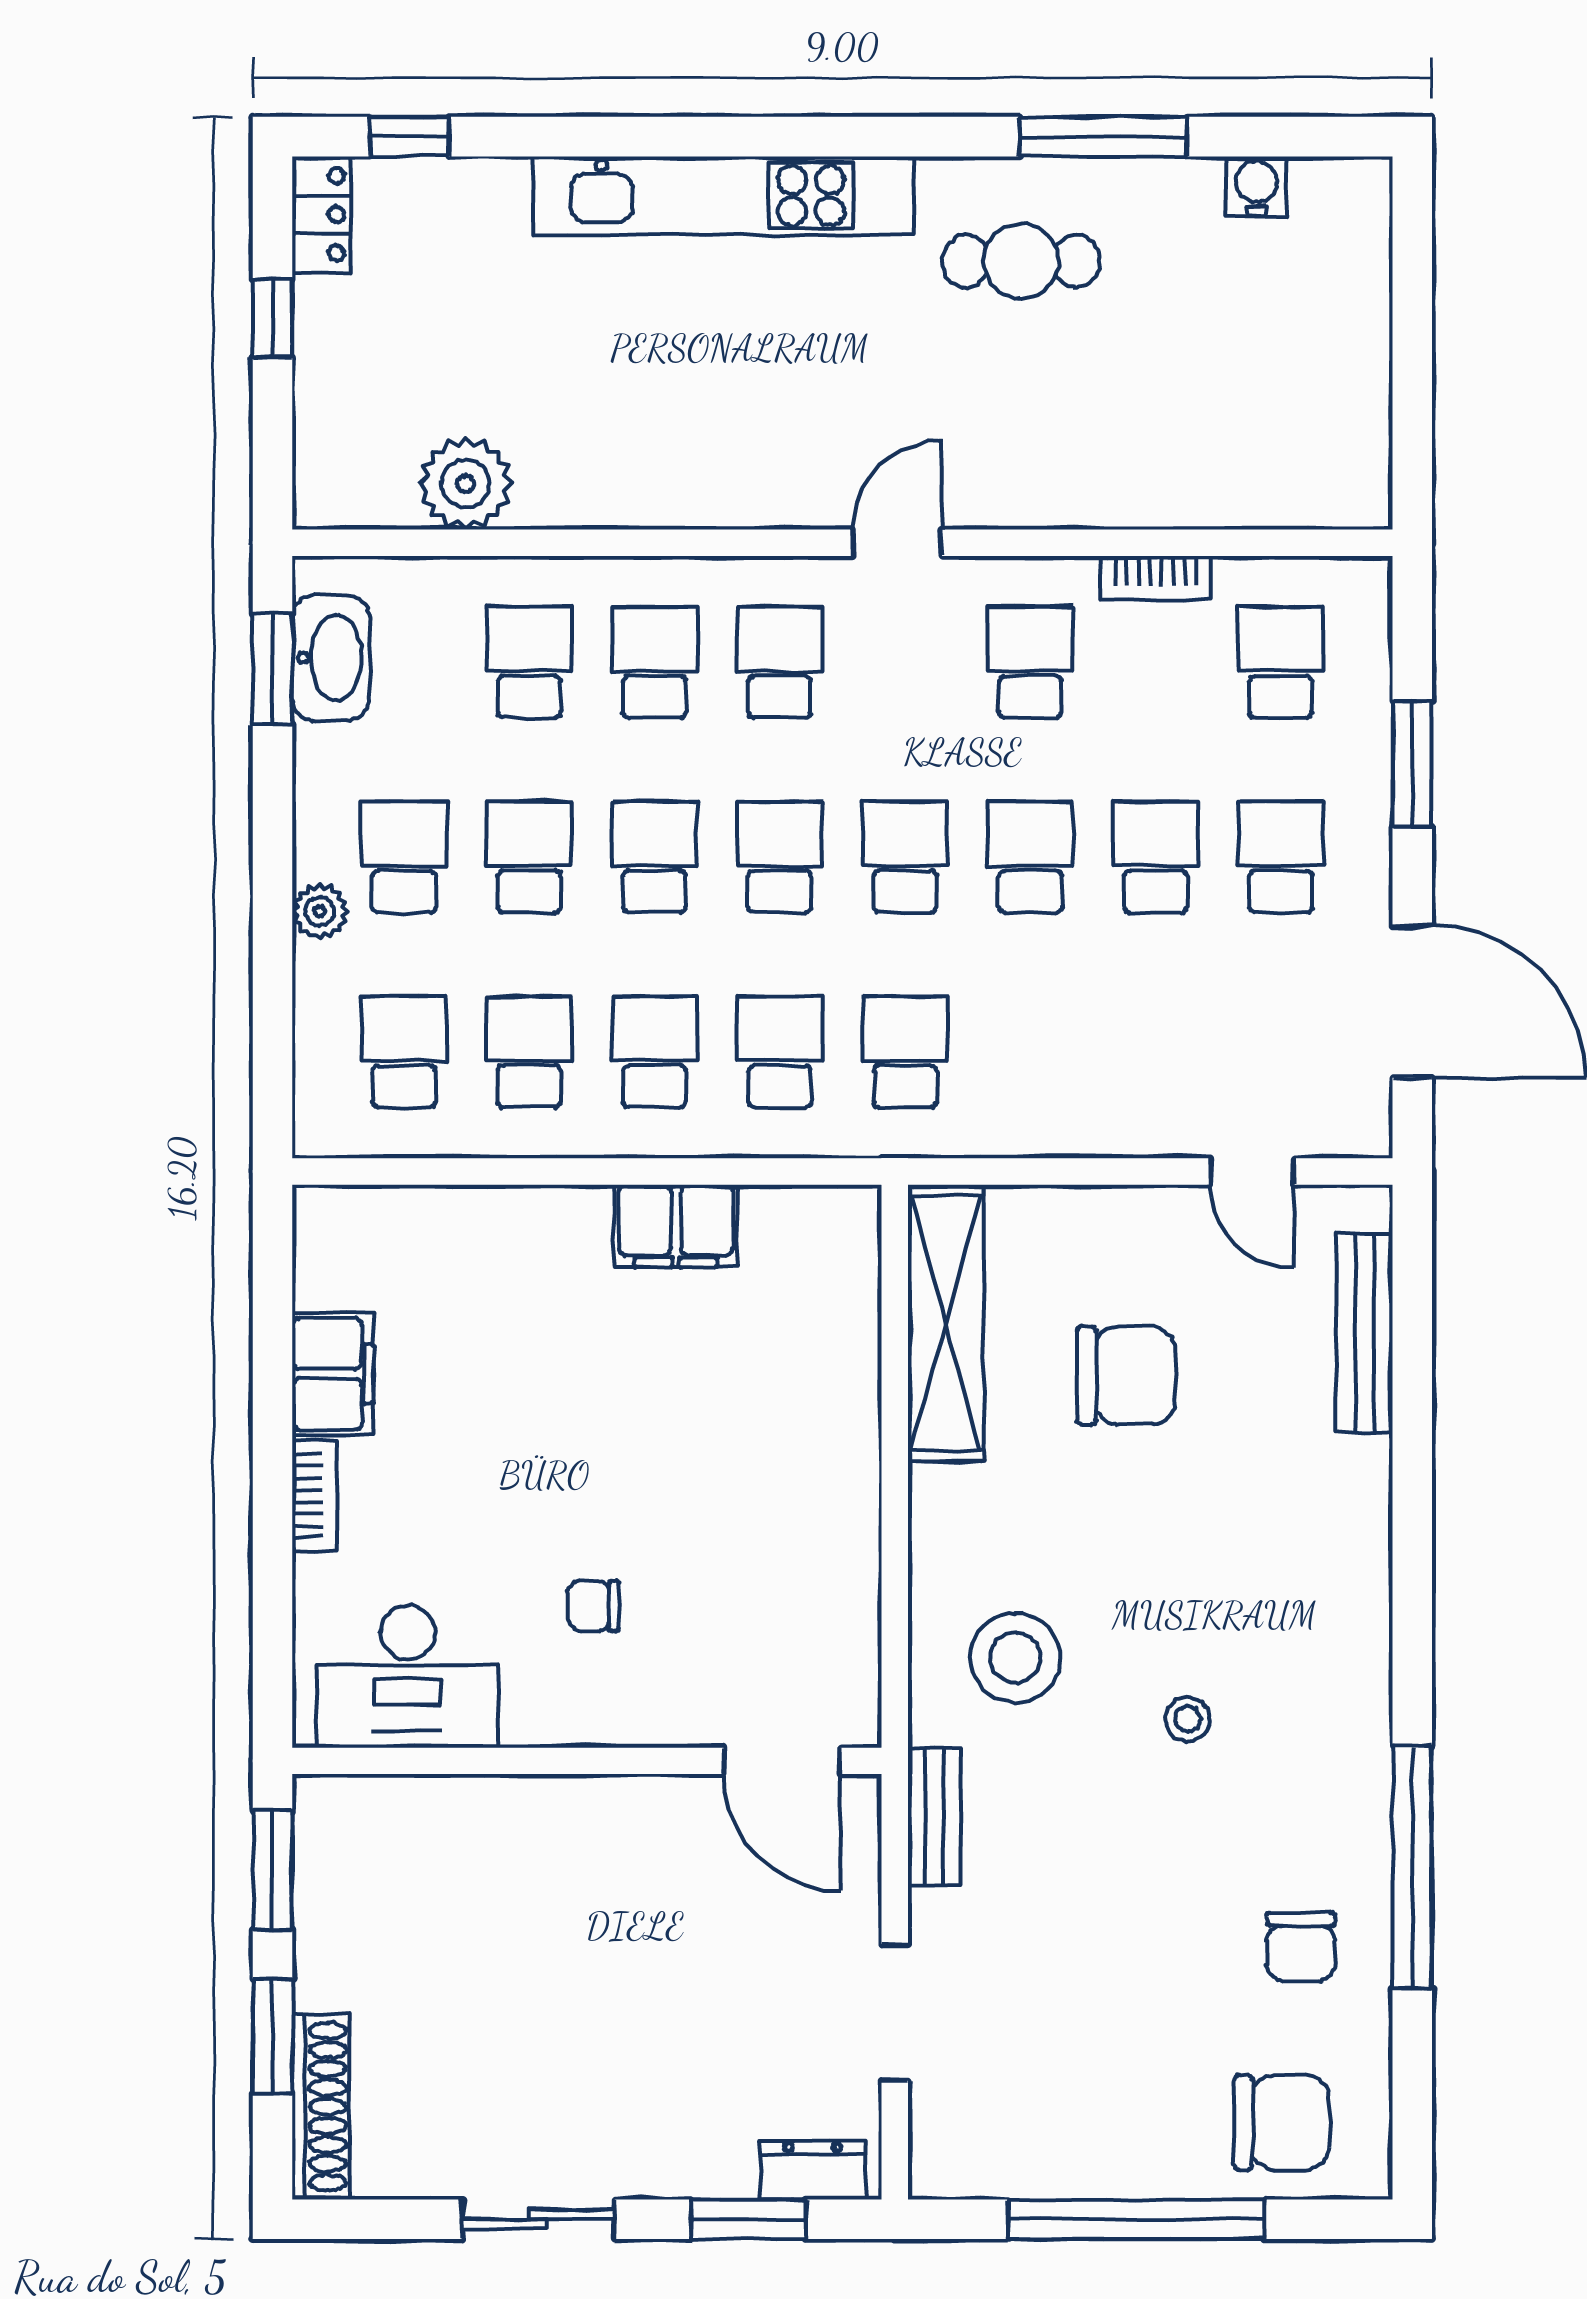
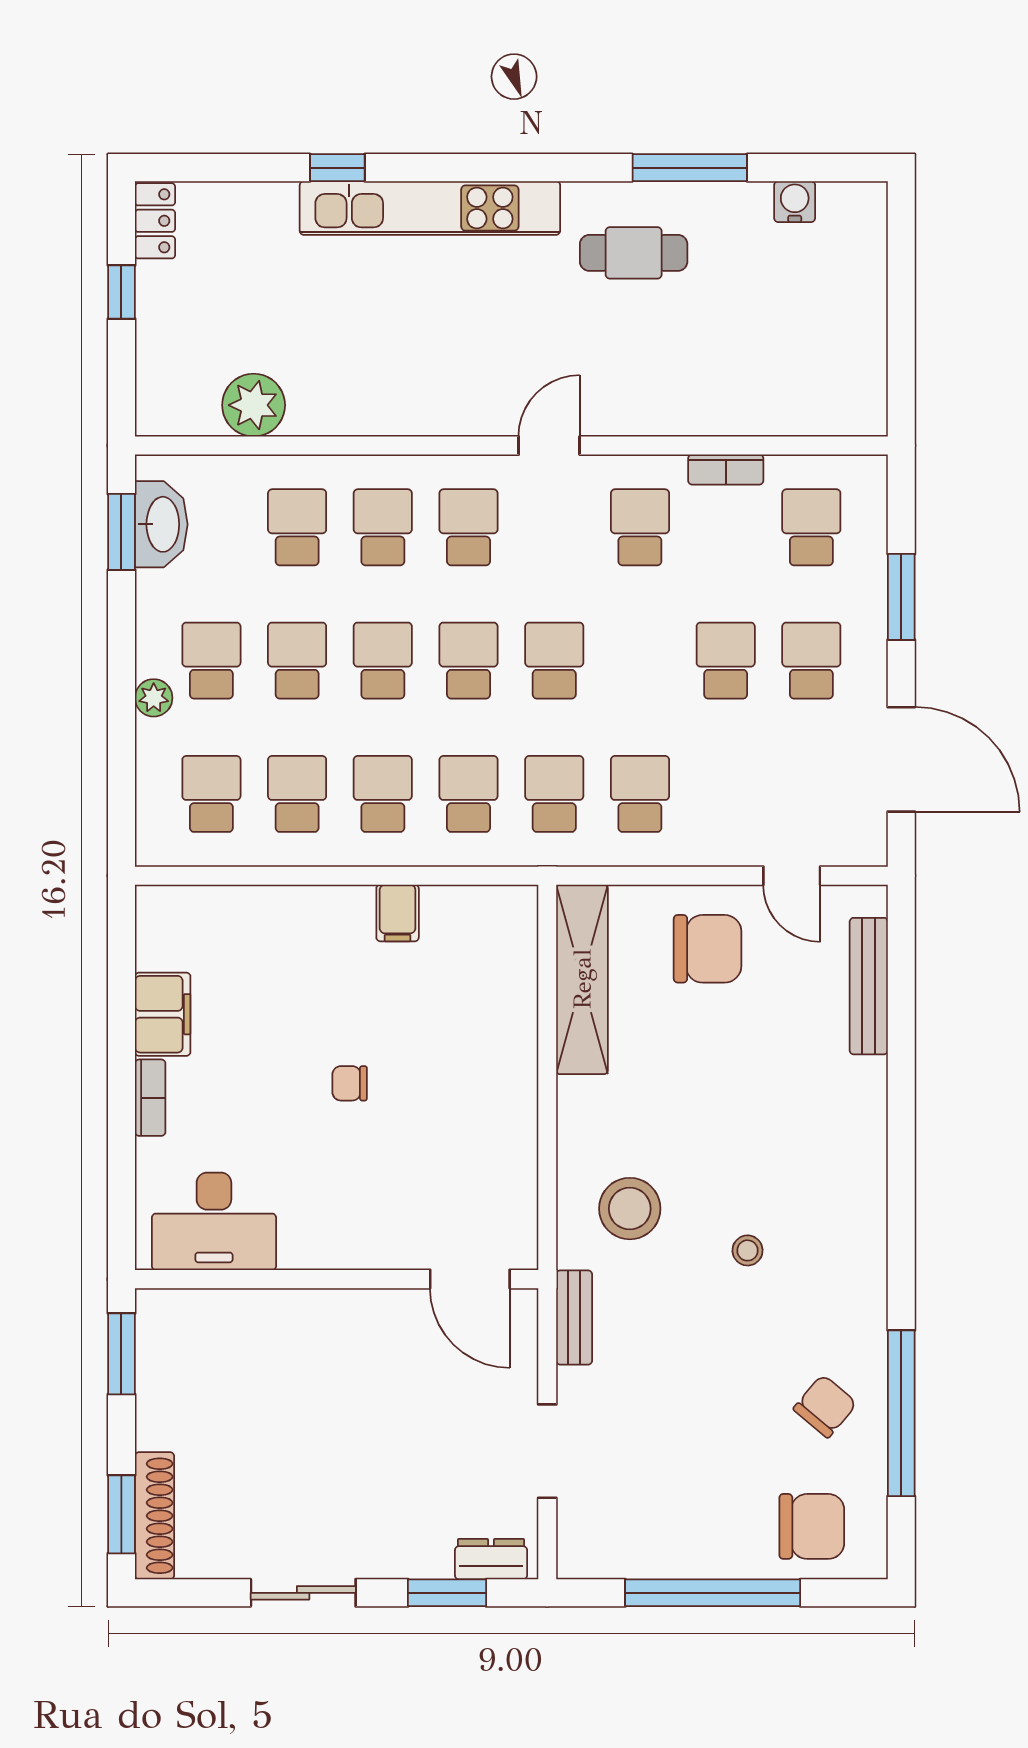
window: (410, 137) -> (337, 168), moved
school desk: (1030, 857) -> (640, 794), moved
filing cabinet: (676, 1226) -> (398, 913), width x0.50
chair: (1126, 1375) -> (708, 949), moved
chair: (594, 1606) -> (350, 1083), moved
window: (1412, 1867) -> (901, 1413), moved
chair: (1301, 1947) -> (825, 1406), turned -140
window: (273, 2036) -> (121, 1514), moved

